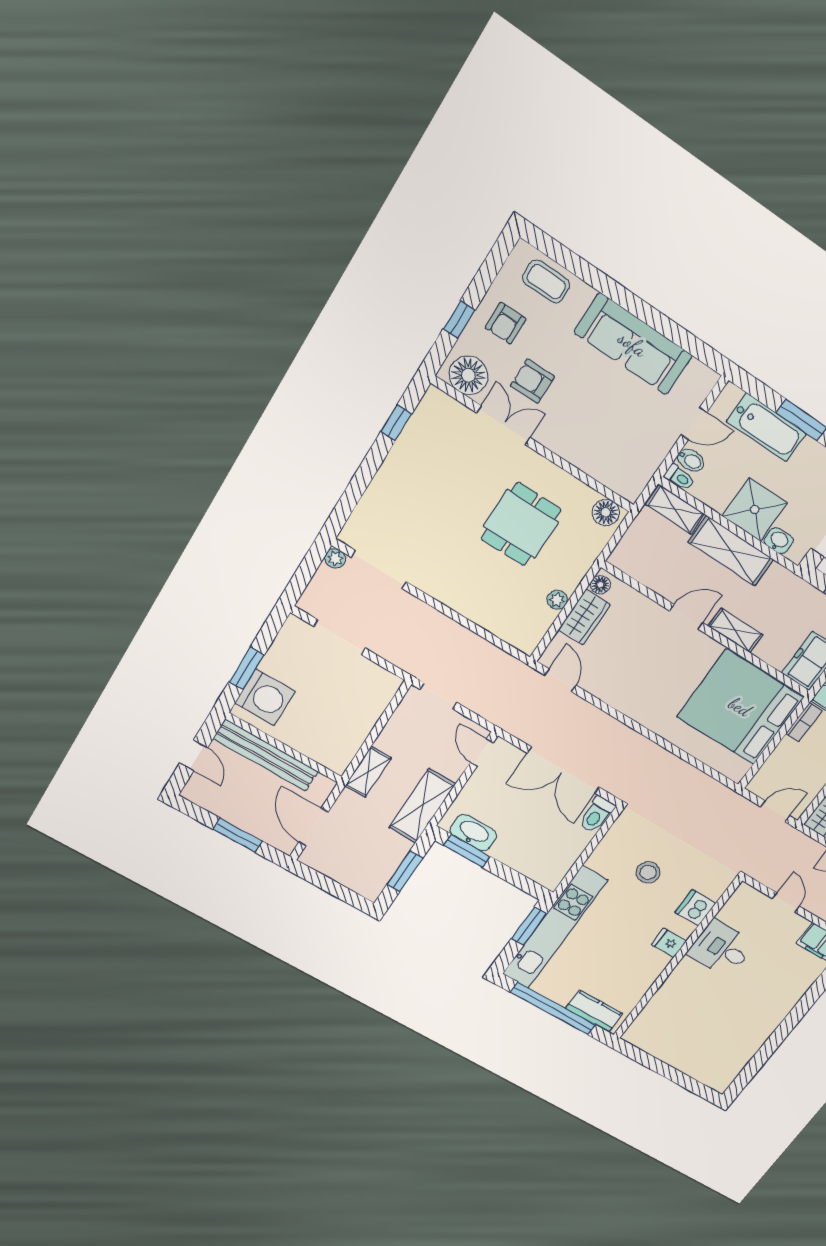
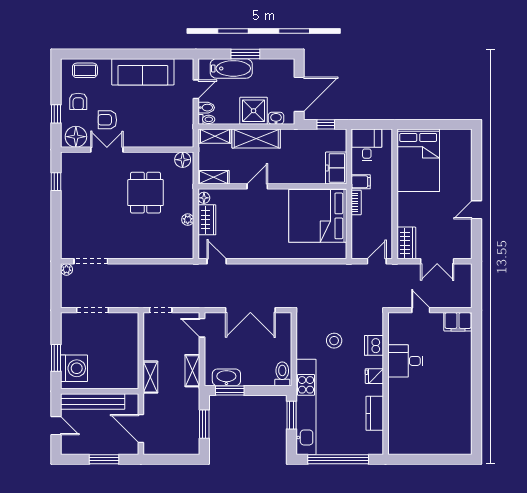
shelving: (736, 630) -> (214, 177), moved
shelving: (422, 806) -> (192, 371), width x0.67, depth x0.75
toilet: (596, 815) -> (282, 374), moved, turned 180
kitchen counter: (594, 1011) -> (375, 413), moved, turned -90

